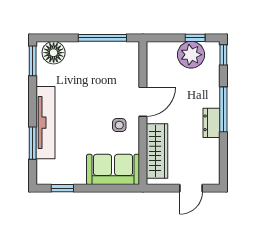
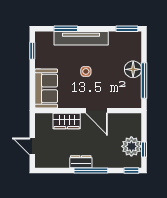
floor lamp: (54, 53) -> (133, 69), moved
side table: (119, 125) -> (86, 71), moved
wardrobe: (157, 151) -> (67, 121), width x0.67

